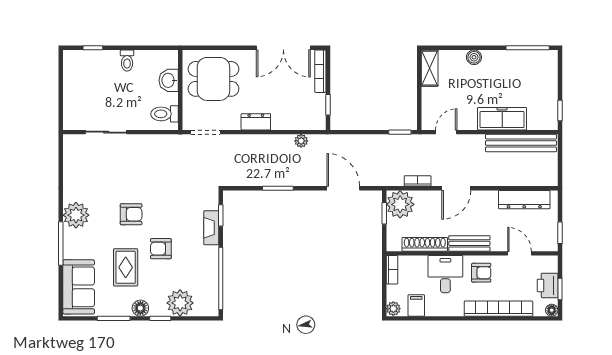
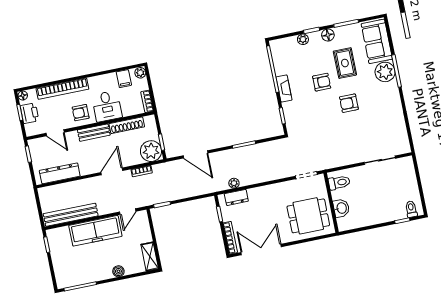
toilet: (127, 61) -> (411, 209), moved
freezer: (502, 119) -> (95, 231), width x1.36, depth x1.26
dresser: (256, 122) -> (236, 197), moved
plant: (76, 215) -> (385, 72), moved
fireplace: (211, 228) -> (284, 89), moved
plant: (180, 303) -> (303, 39), width x0.53, depth x0.53

